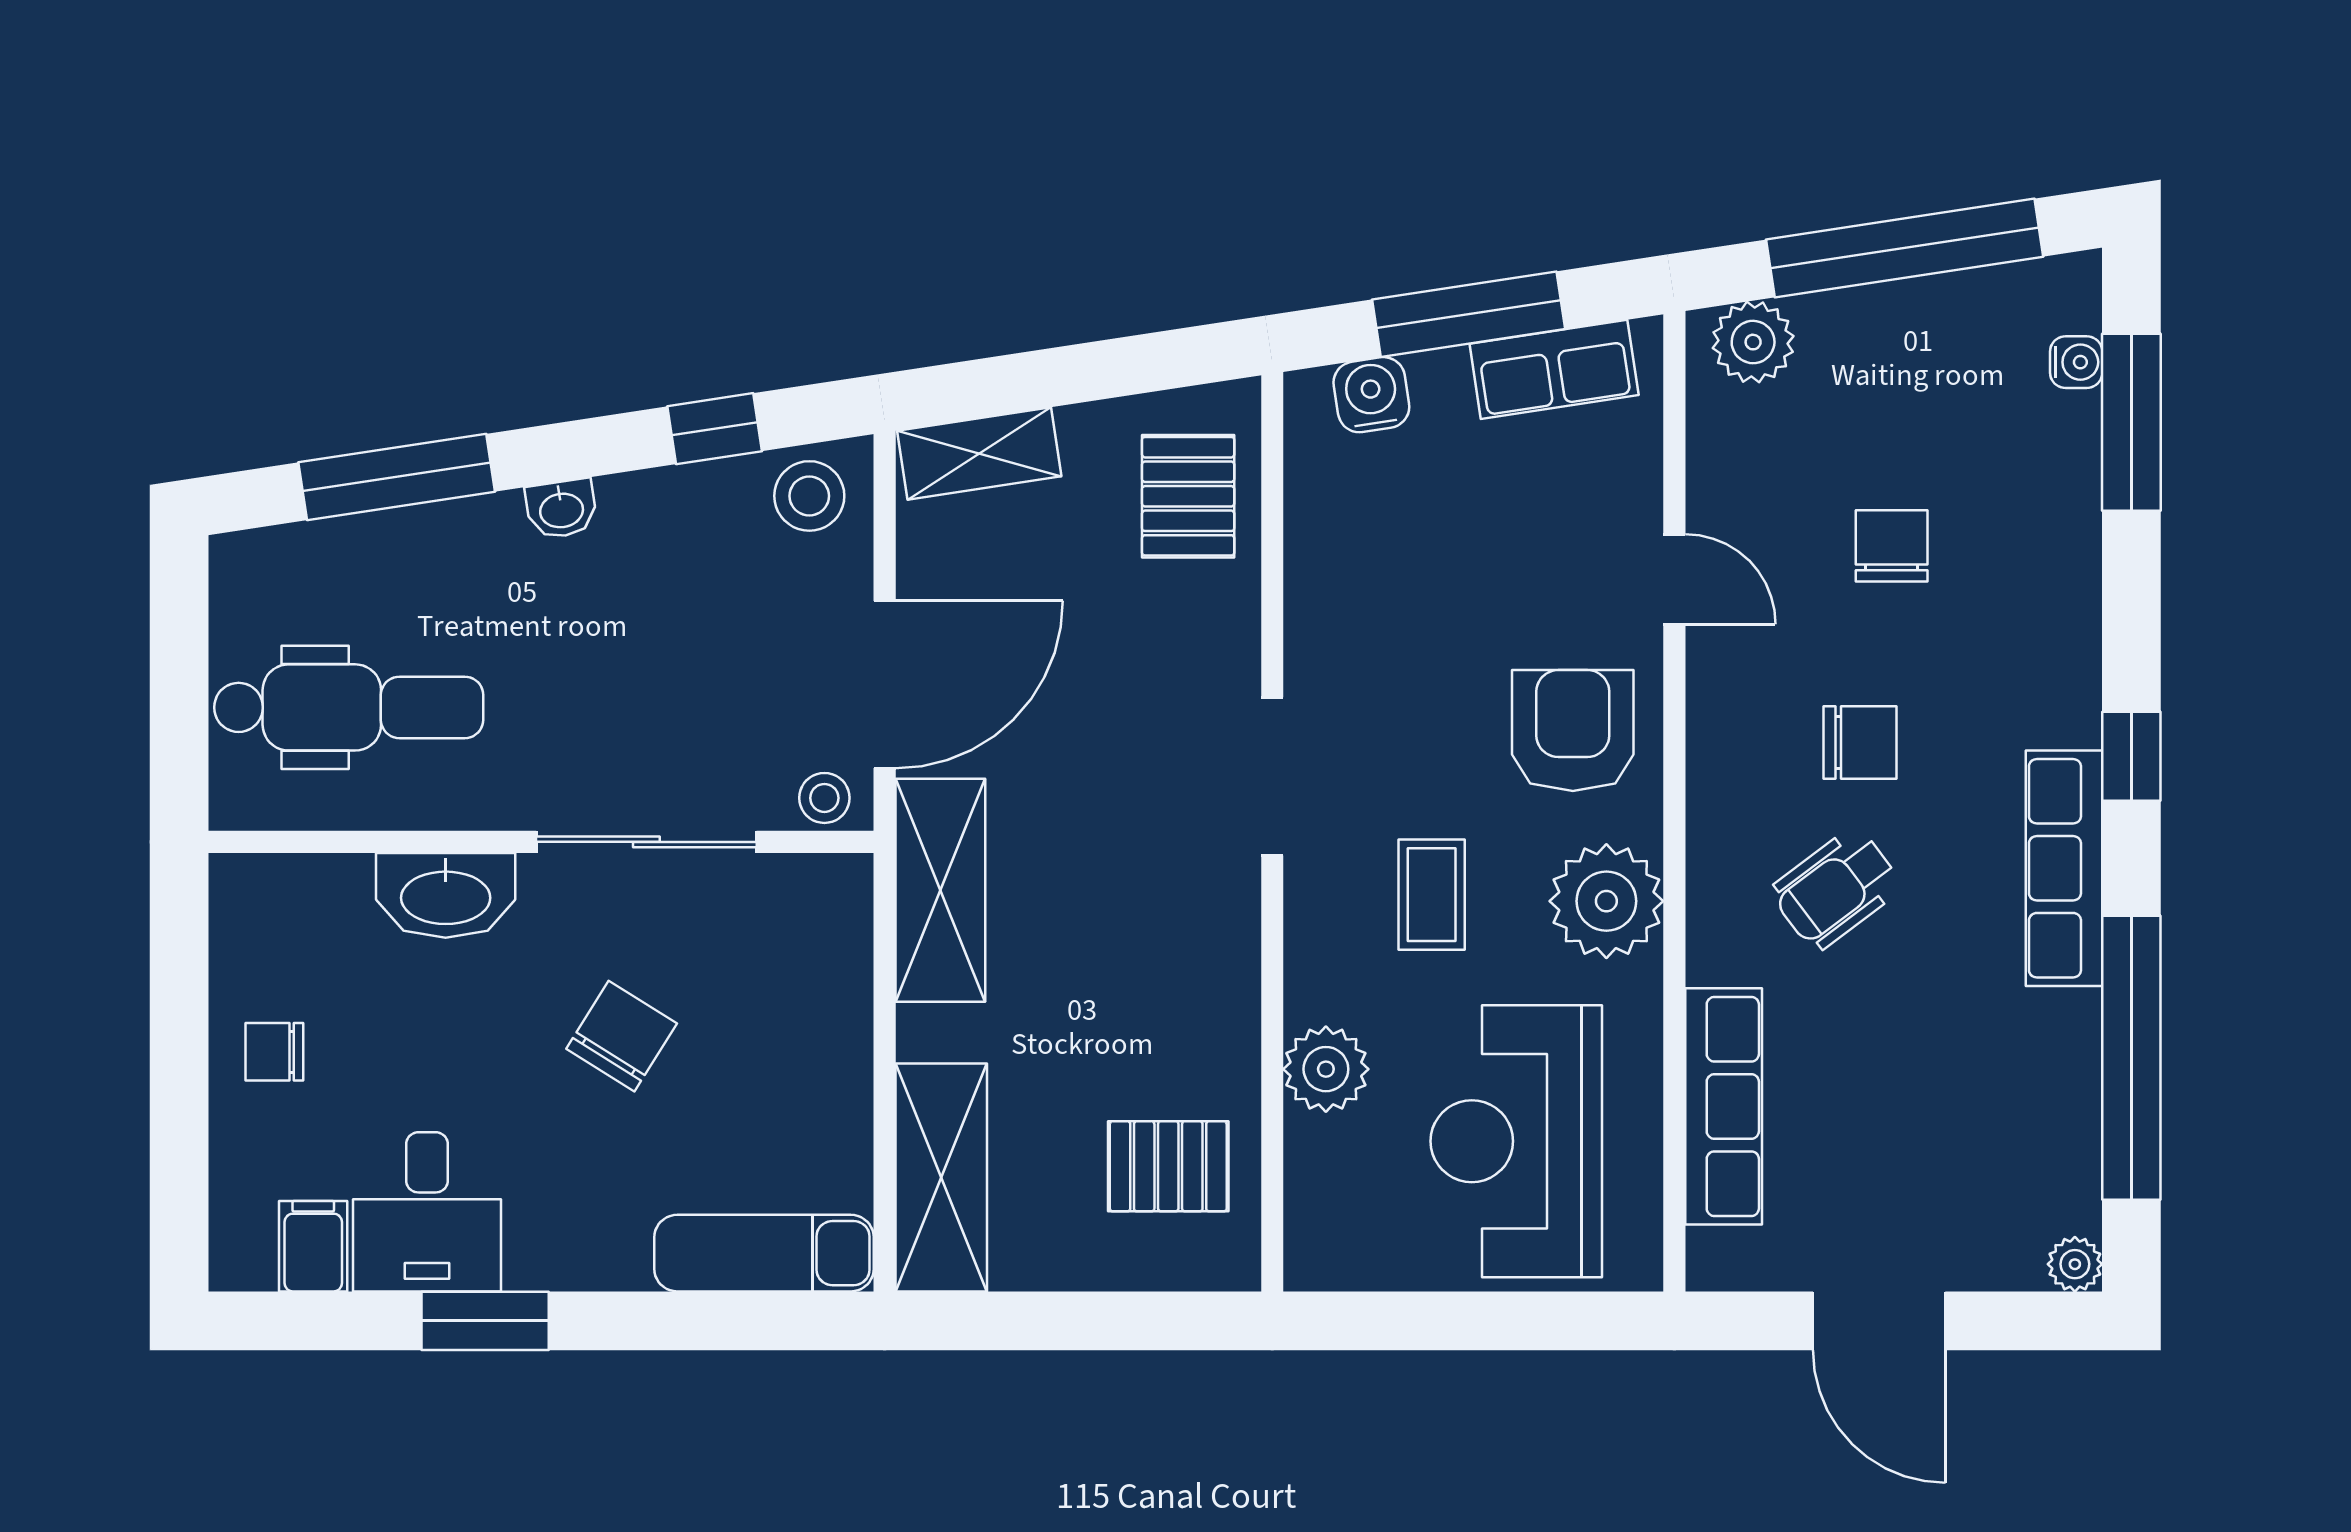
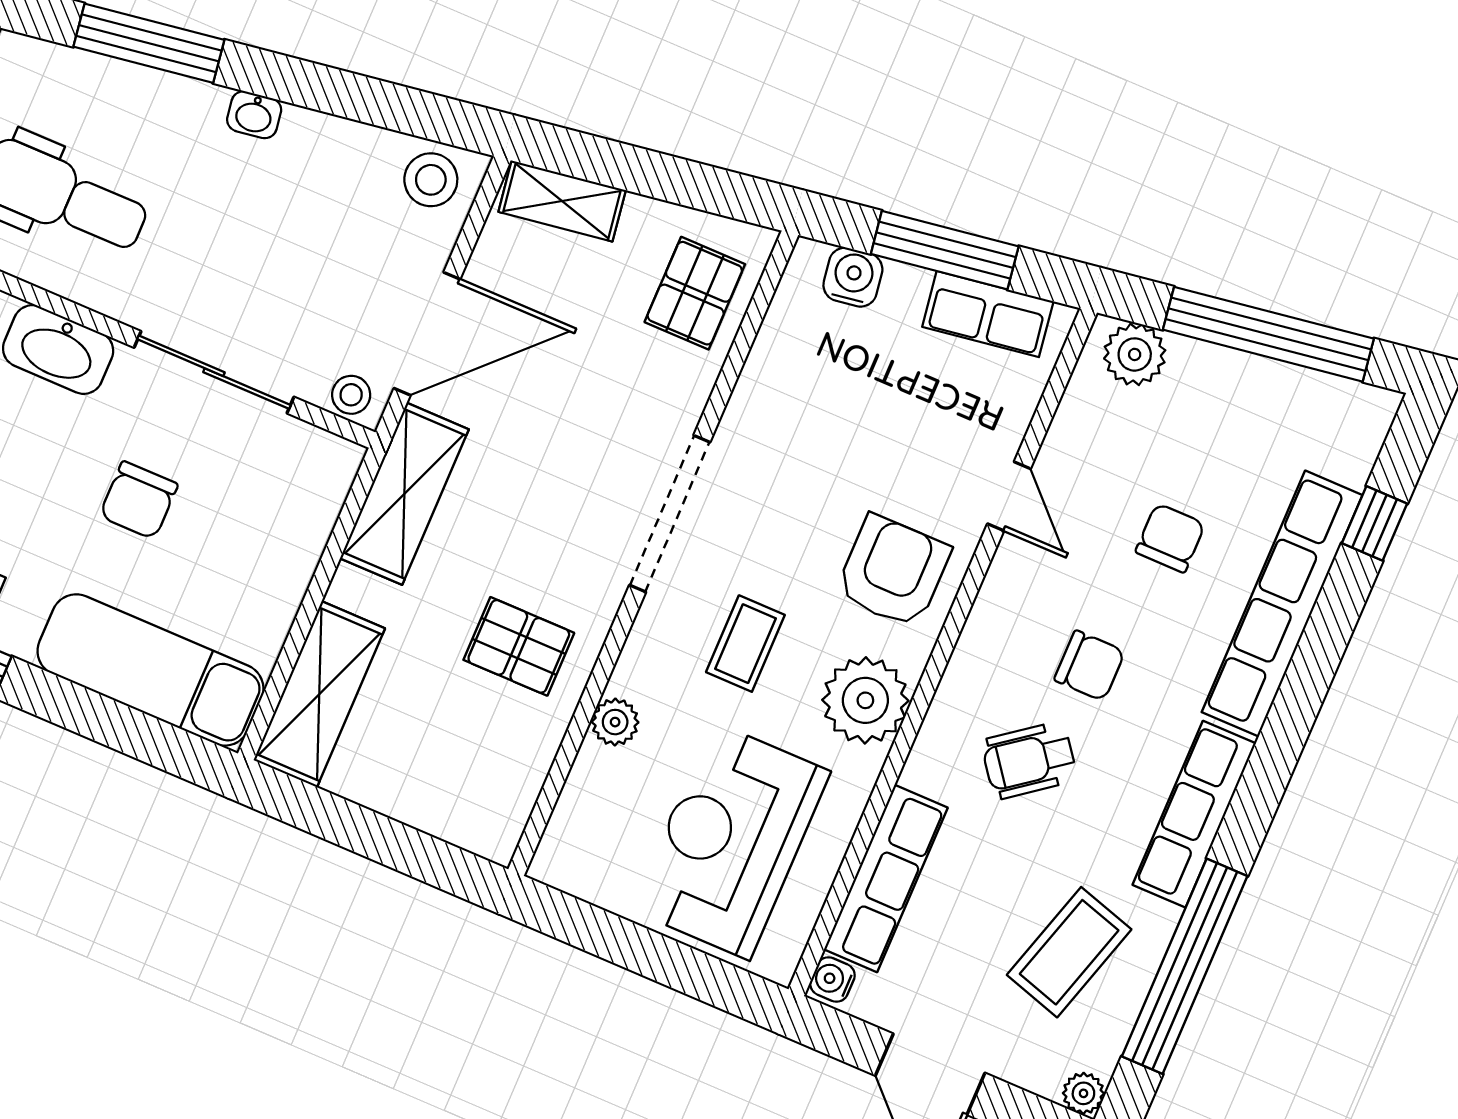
water cooler: (2076, 362) -> (832, 979), moved, turned 180
window: (2131, 422) -> (1374, 523), width x0.46
window: (715, 429) -> (385, 105), removed
row of seats: (2061, 567) -> (1282, 604), added
window: (2131, 756) -> (1275, 756), removed
doorway: (1272, 776) -> (670, 514), width x1.36
chair: (622, 1036) -> (139, 500), turned 148
plant: (1326, 1069) -> (615, 722), width x0.73, depth x0.73
coffee table: (1984, 1100) -> (1069, 952), added
pallet: (1168, 1166) -> (519, 646), moved
exam couch: (764, 1253) -> (151, 670), width x1.36, depth x1.45

